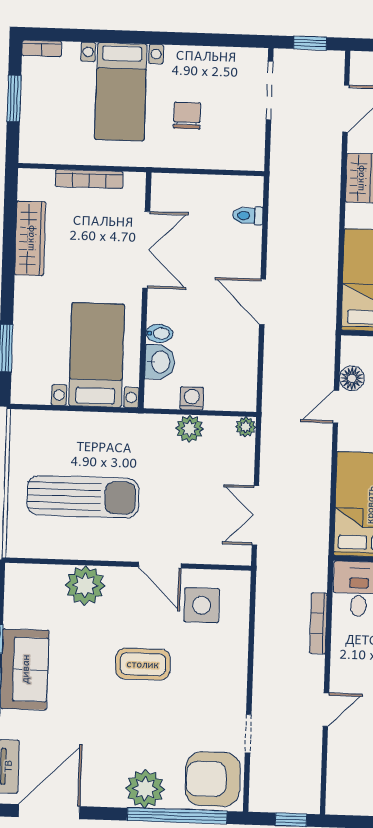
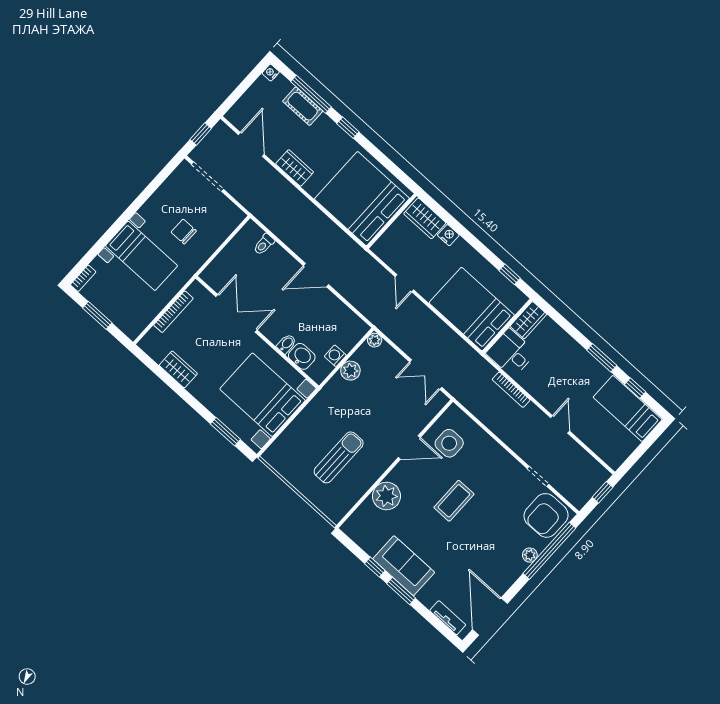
wardrobe: (30, 238) -> (178, 369), width x0.67
bed with nightstands: (97, 355) -> (262, 395), width x1.36
floor lamp: (352, 378) -> (397, 262), removed
sun lounger: (83, 497) -> (339, 457), width x0.73, depth x0.75
plant: (145, 789) -> (530, 555), width x0.53, depth x0.53

